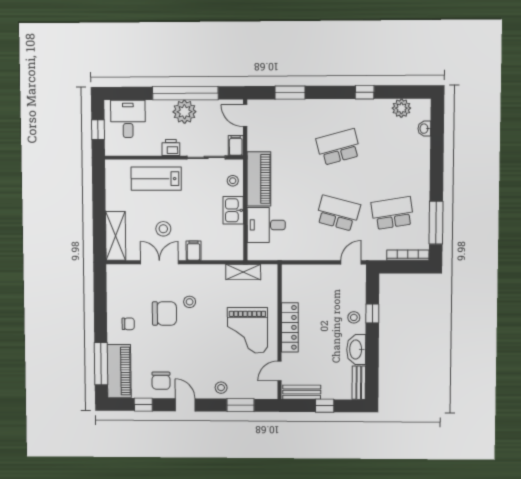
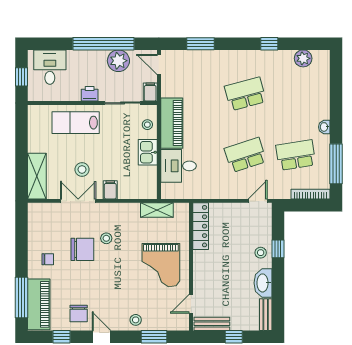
plant: (184, 112) -> (118, 61), moved
washbasin: (424, 129) -> (324, 127), moved
school desk: (338, 213) -> (245, 155), turned -33
locker: (290, 327) -> (201, 226), moved

